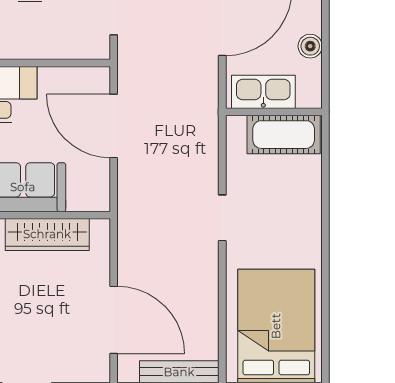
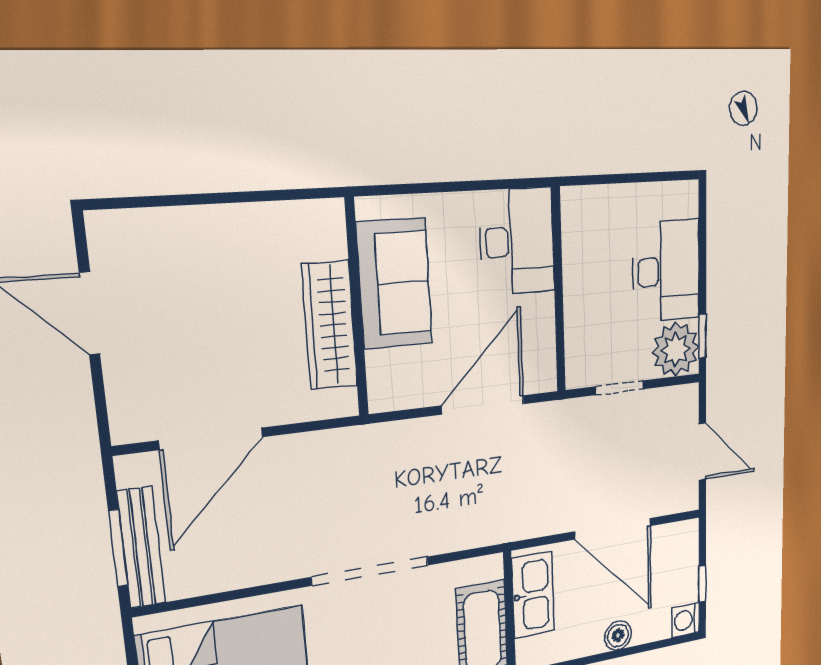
boiler: (310, 46) -> (618, 635), moved
doorway: (222, 218) -> (371, 571), width x1.87

